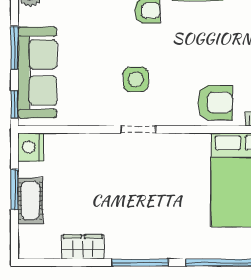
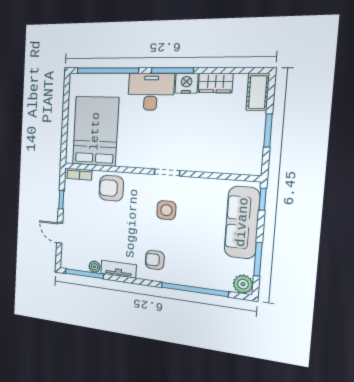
window: (14, 48) -> (258, 259), moved
nightstand: (31, 147) -> (186, 83), moved, turned -90
cot: (30, 201) -> (258, 92), moved
desk: (167, 235) -> (151, 92), added

